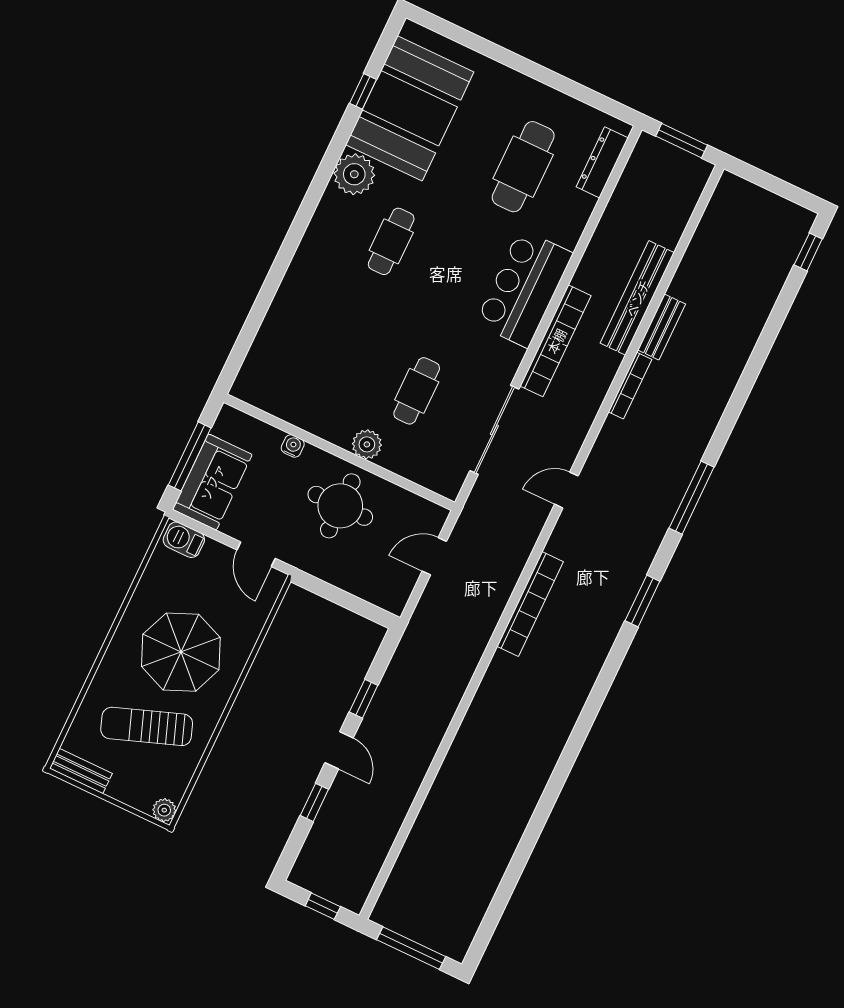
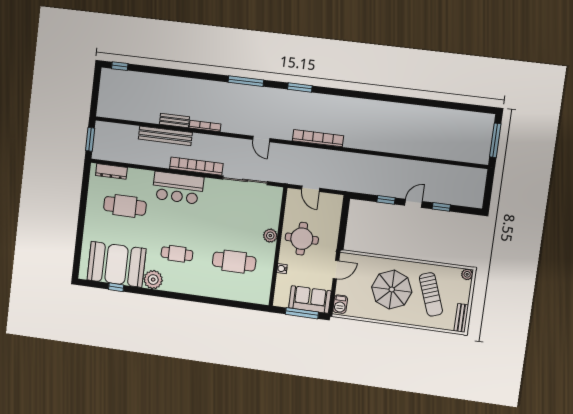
cafe table: (417, 391) -> (234, 262), moved, width x1.37, depth x1.35
window: (323, 906) -> (489, 187), removed

